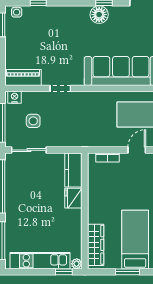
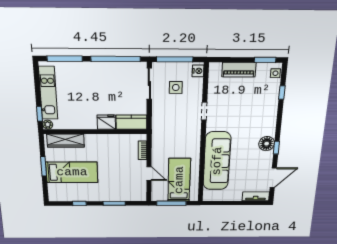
piano: (23, 77) -> (239, 70), moved, turned 90

